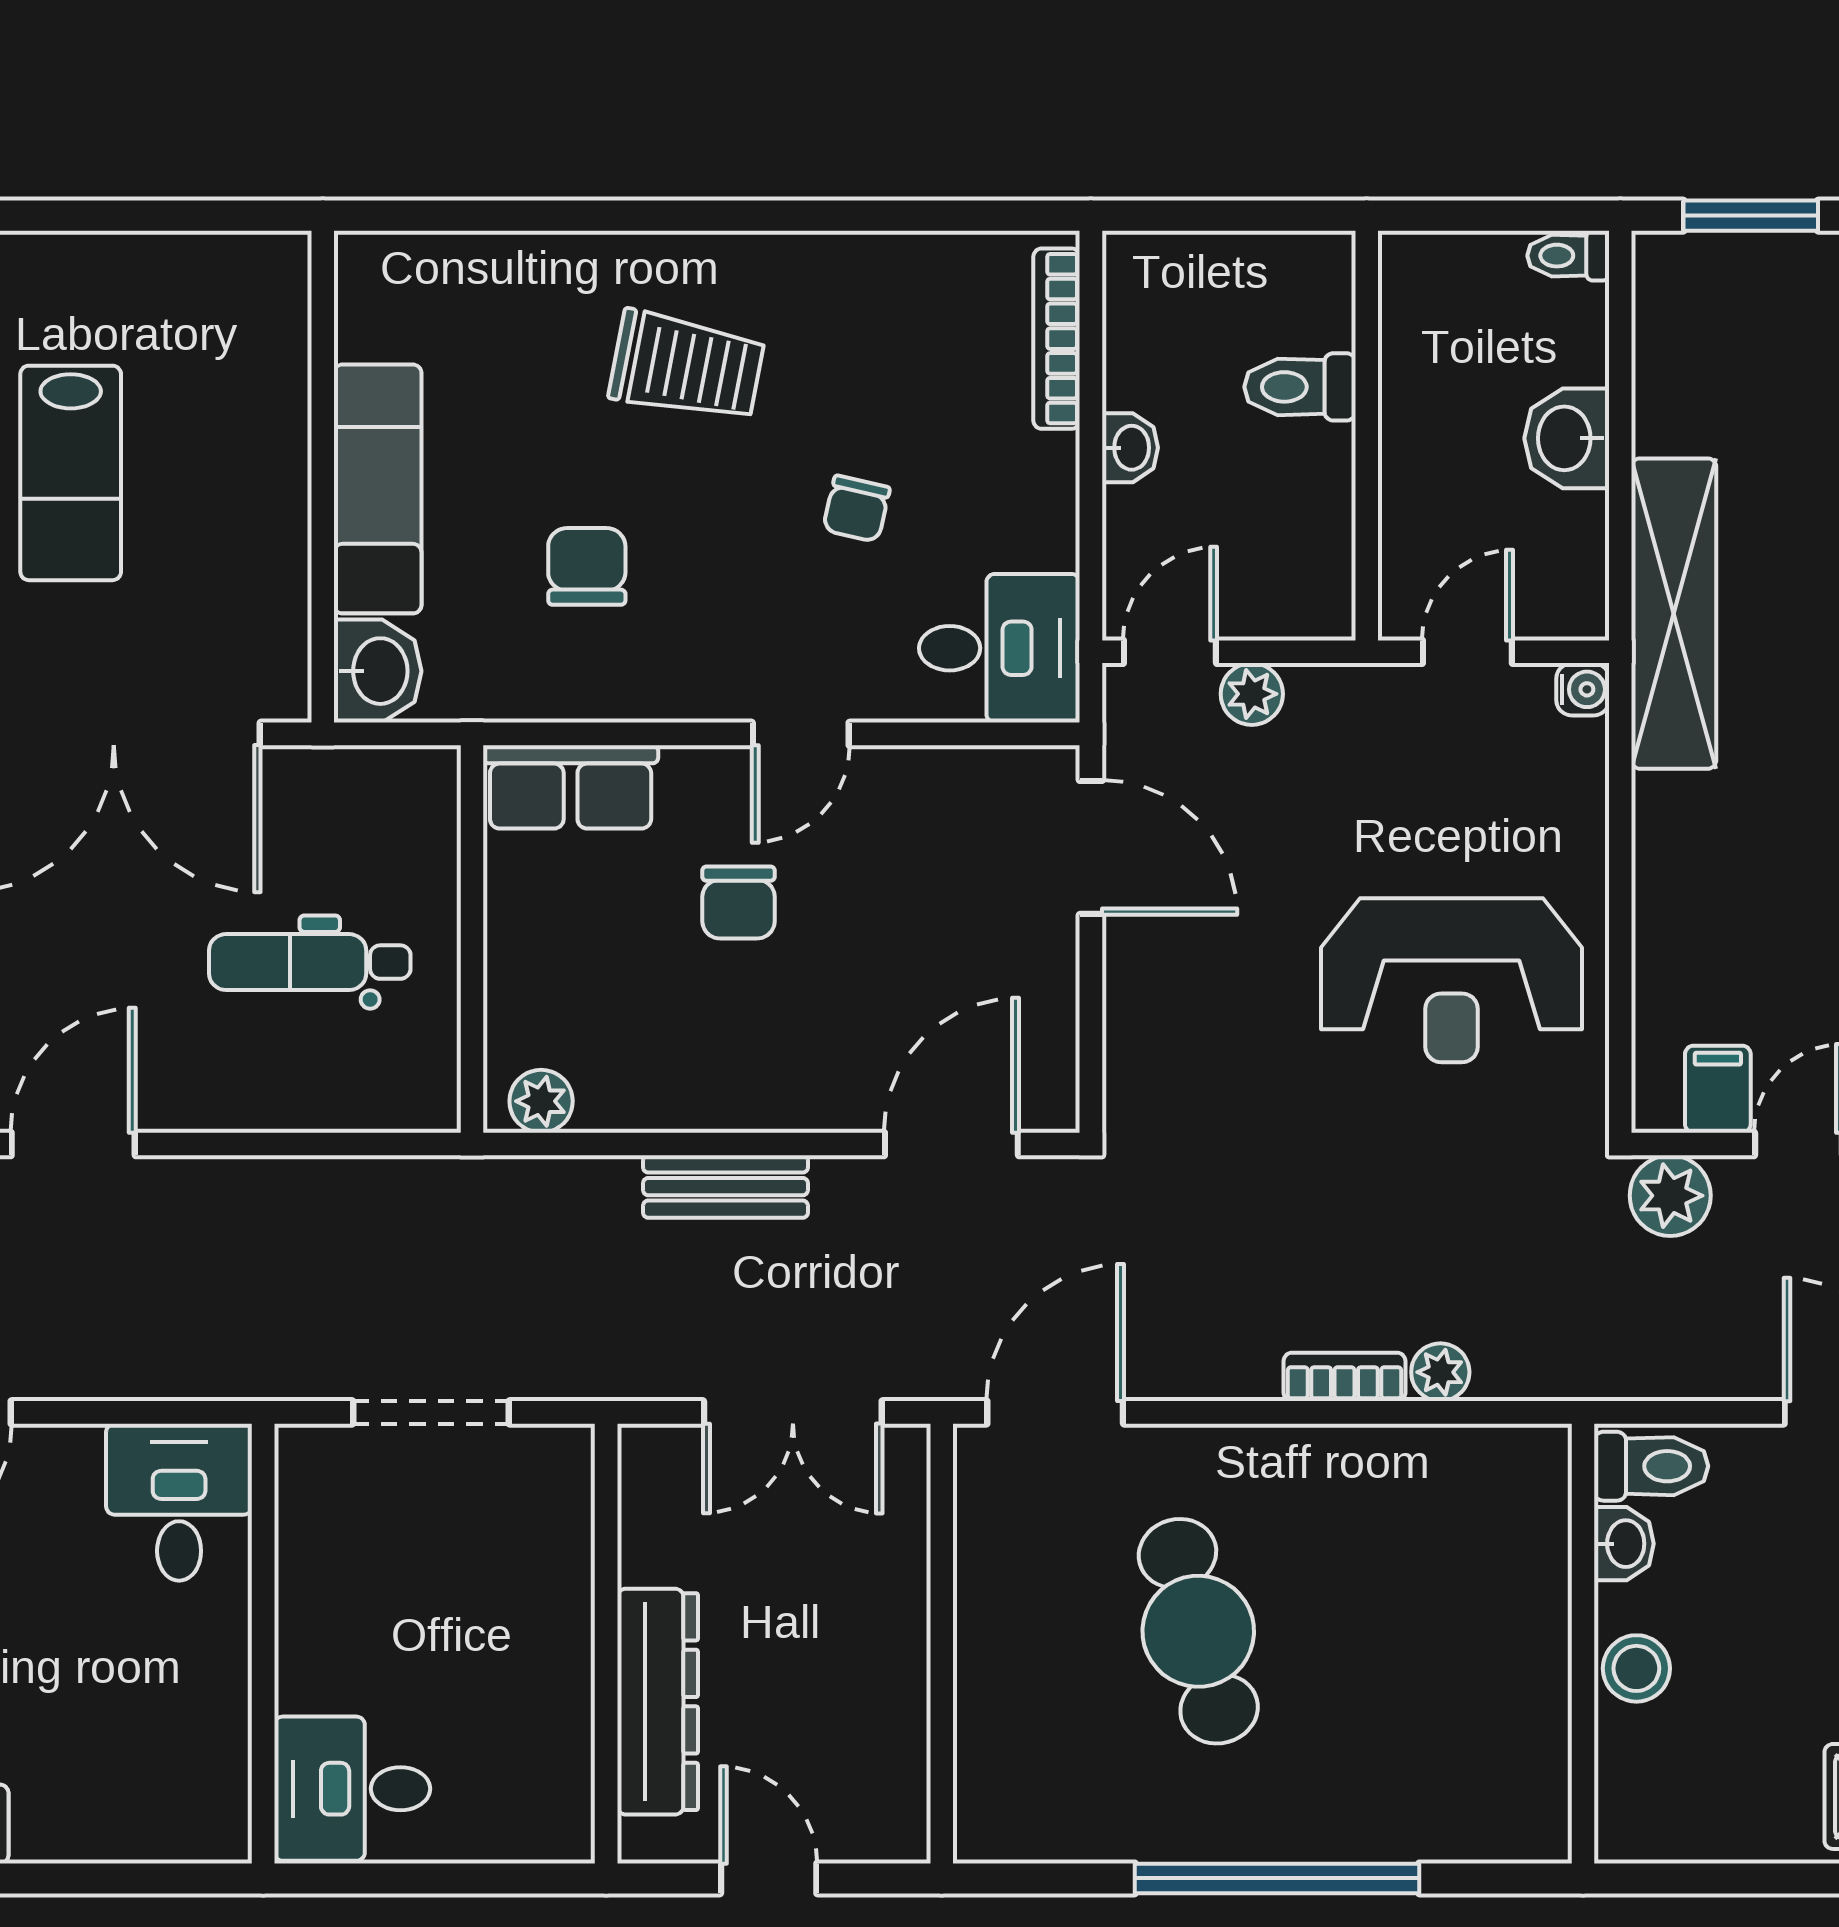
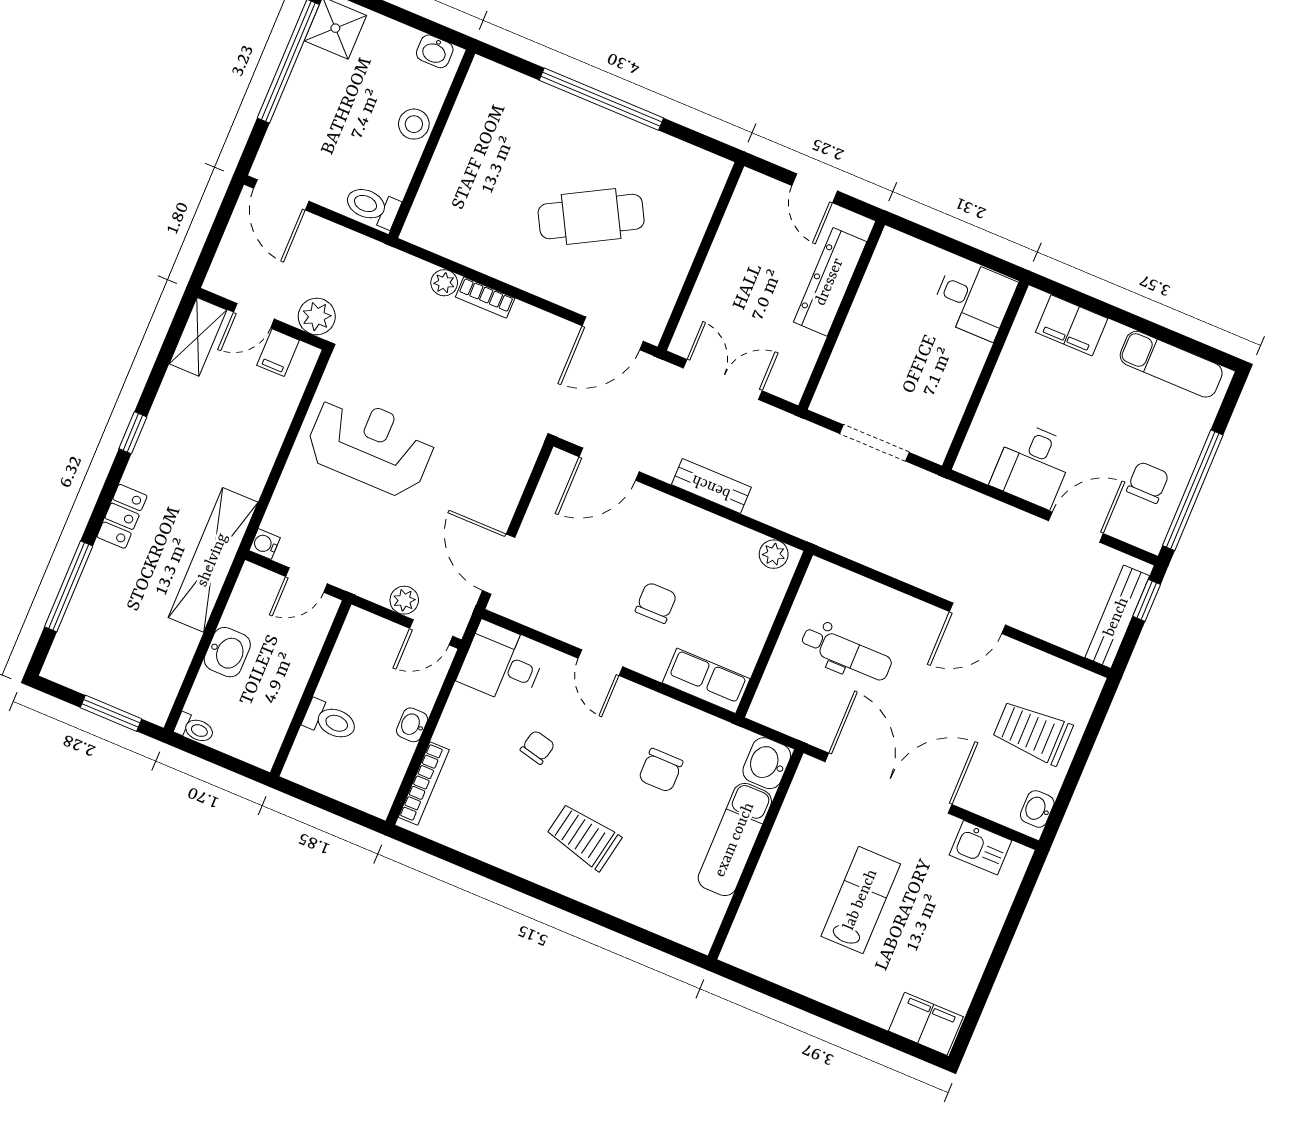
door: (801, 734) -> (600, 663), swing flipped
desk: (179, 1502) -> (1033, 465), moved
washbasin: (1624, 1544) -> (435, 51), moved, turned -90
cafe table: (1198, 1631) -> (591, 217), turned 76
filing cabinet: (131, 1818) -> (1072, 325), added

